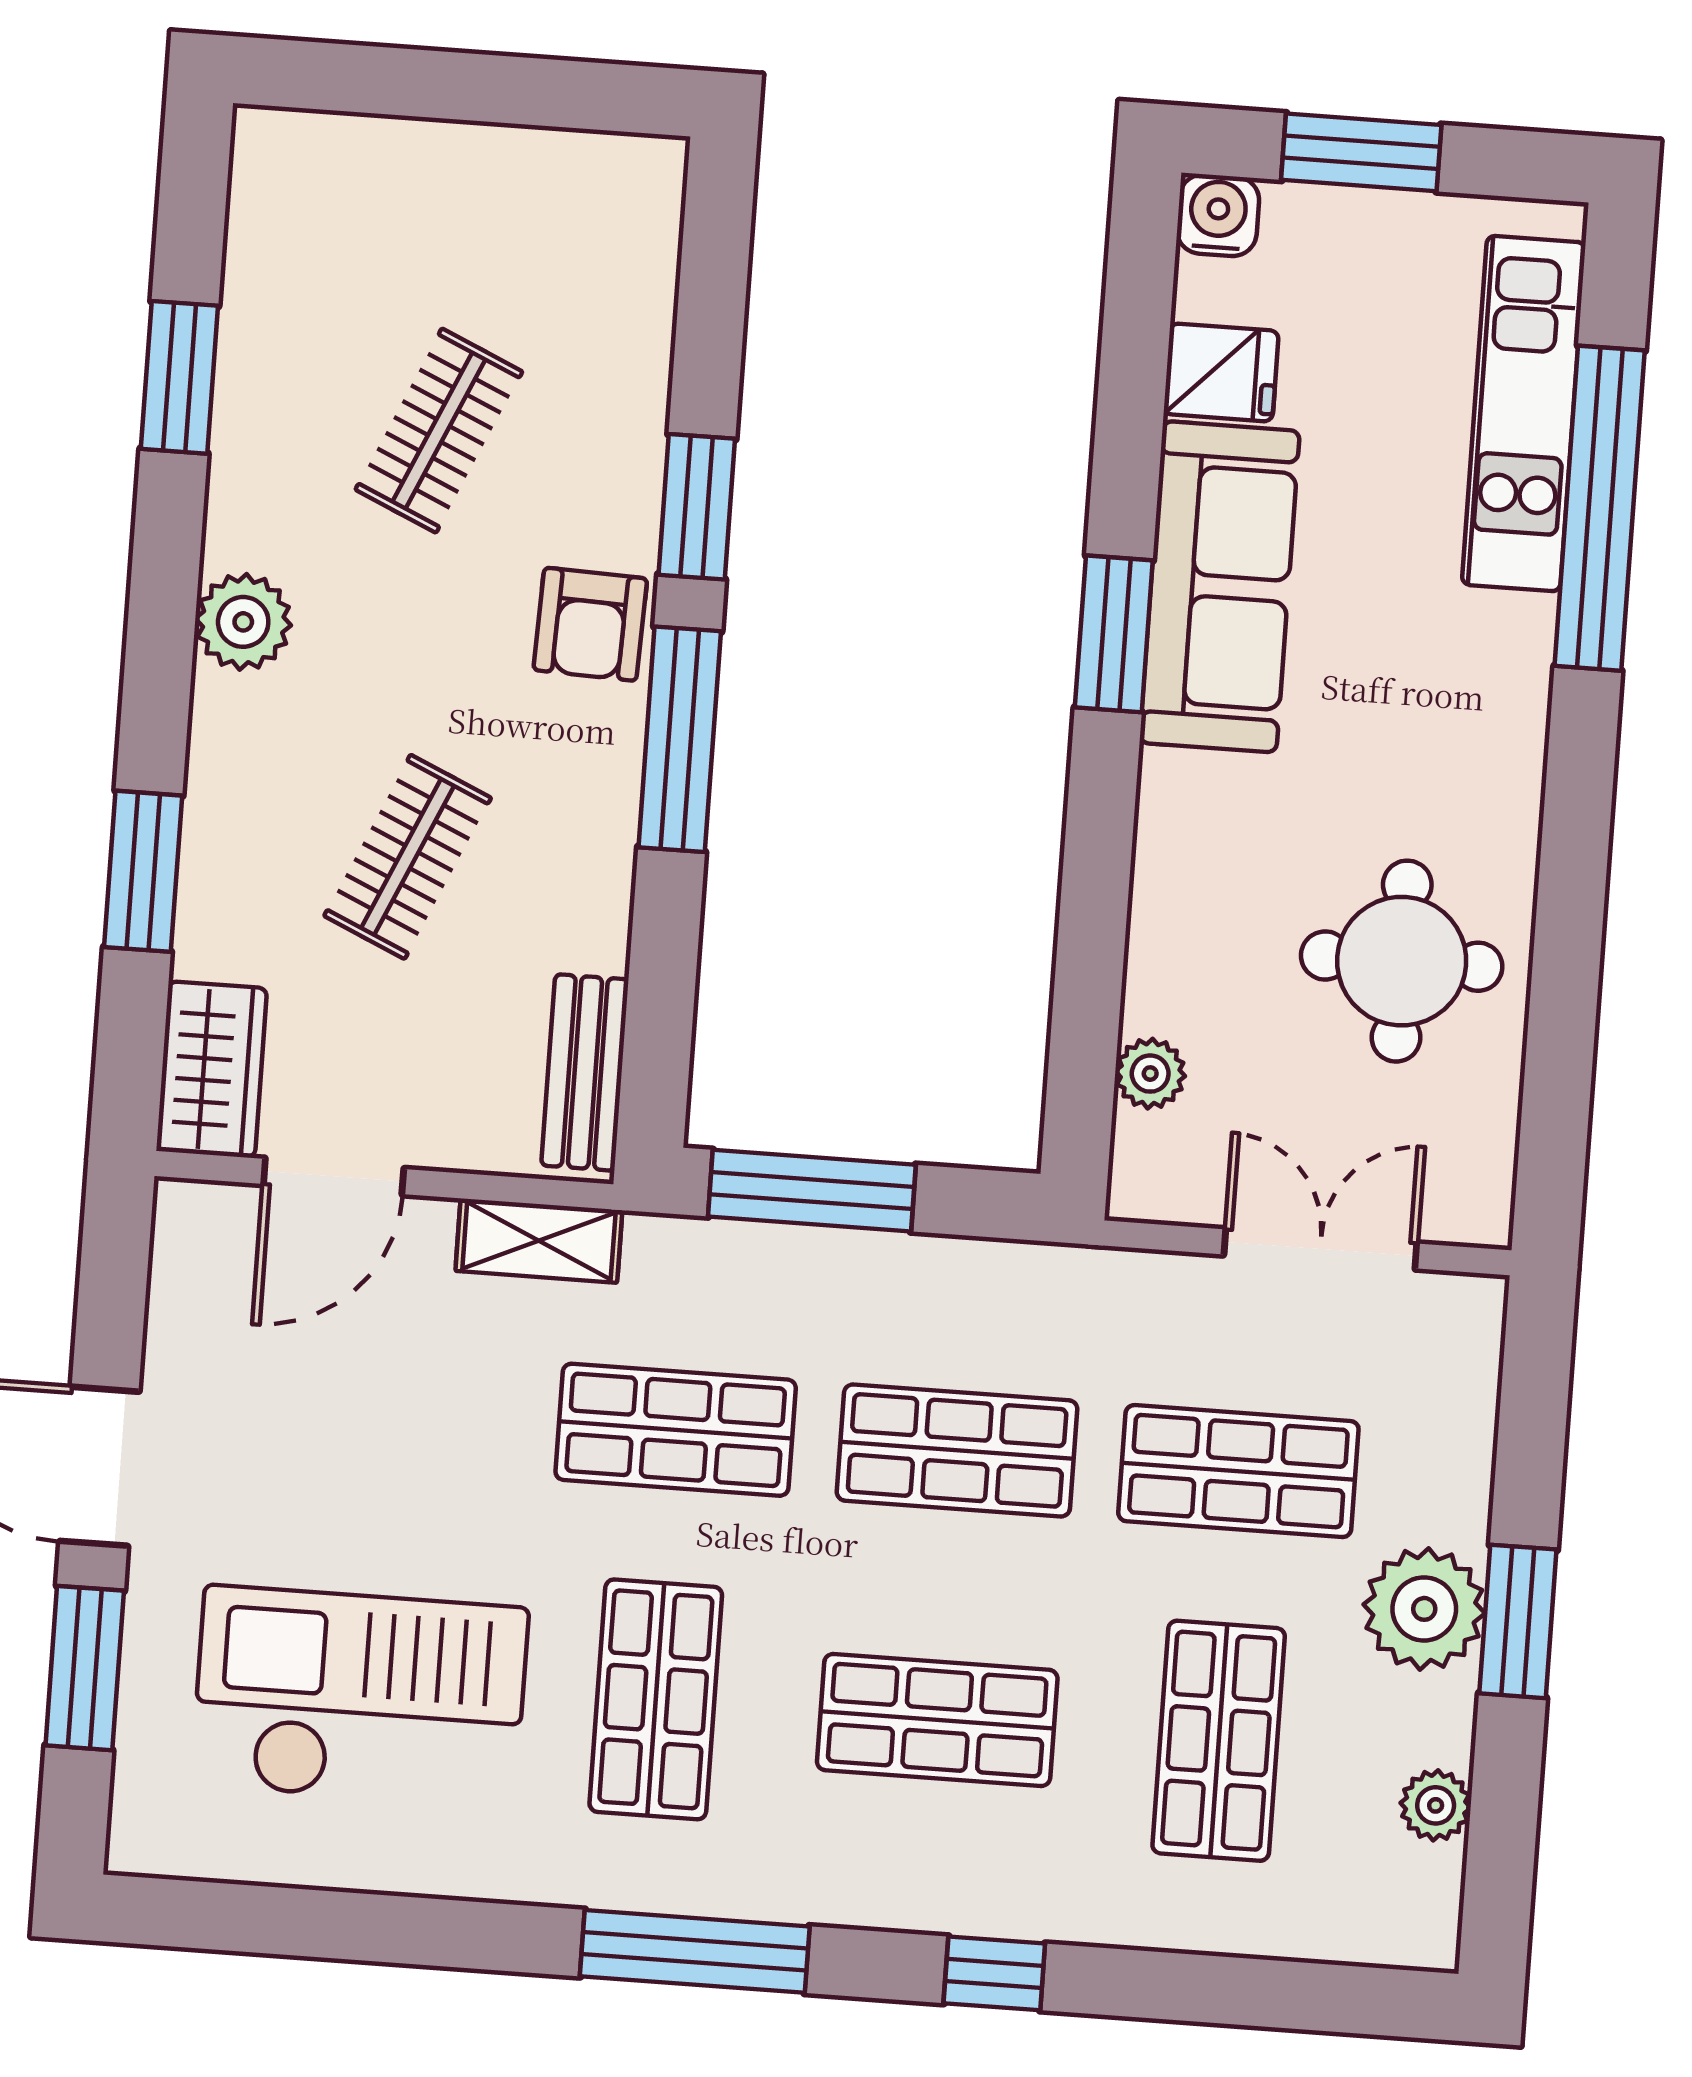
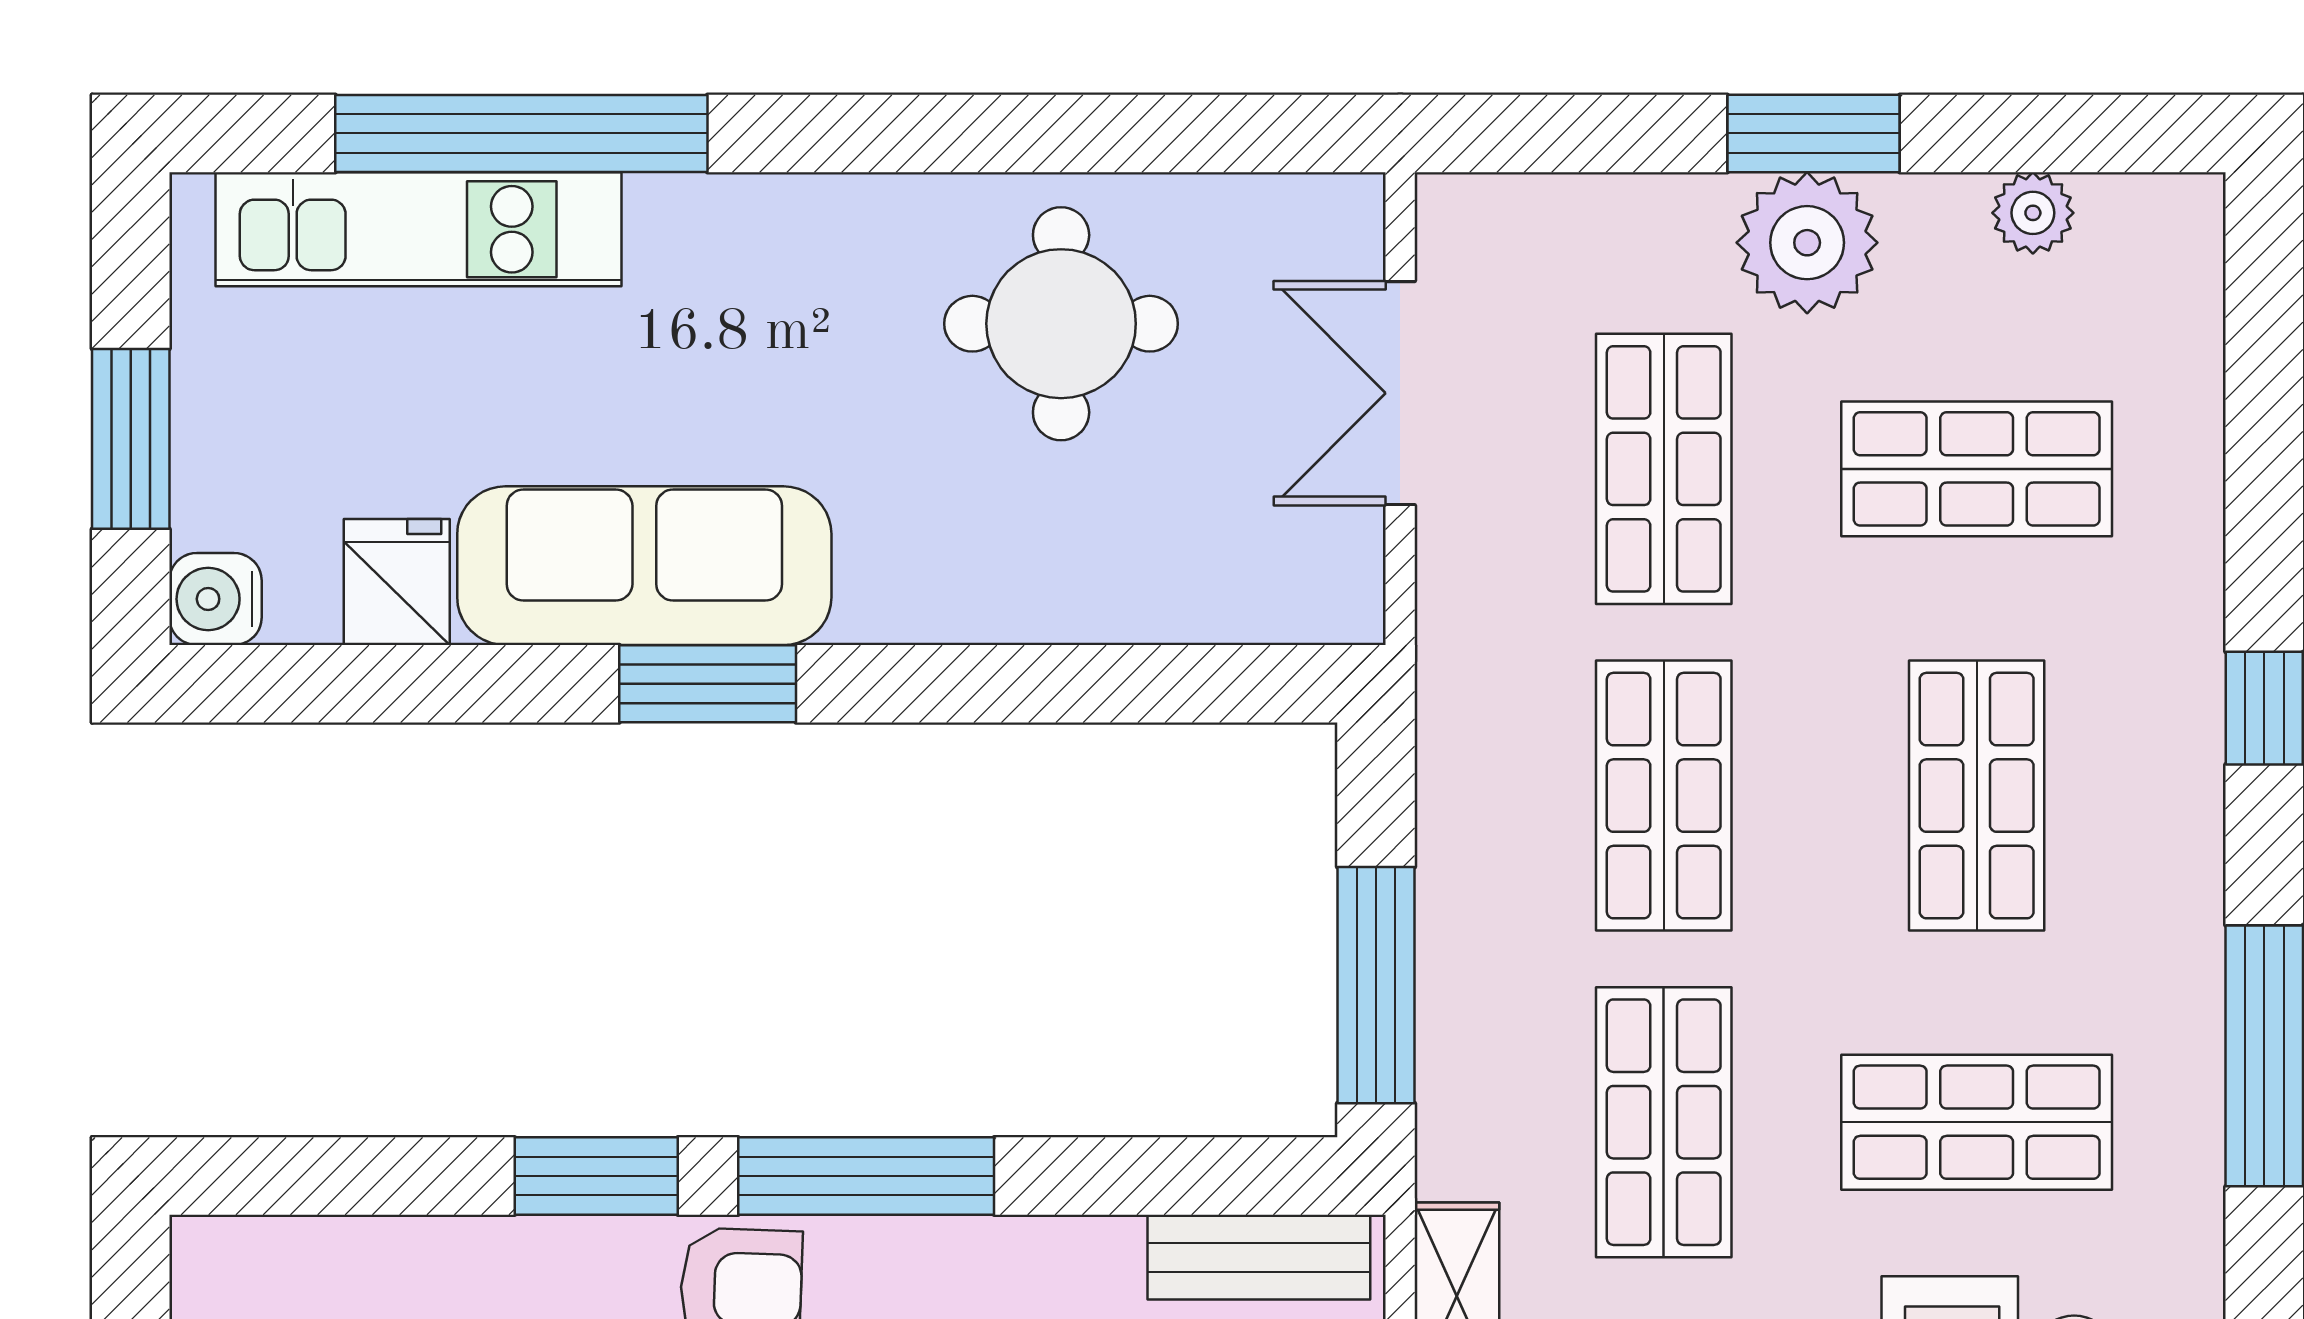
plant: (1150, 1074) -> (1212, 605), removed

